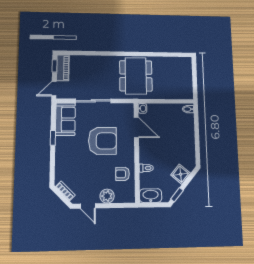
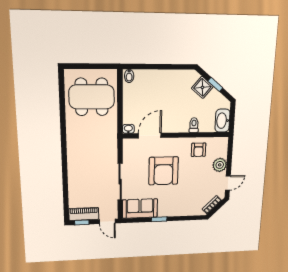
dining table: (136, 76) -> (92, 97), moved
armchair: (102, 141) -> (164, 171), turned 180
window: (177, 195) -> (215, 84), moved

